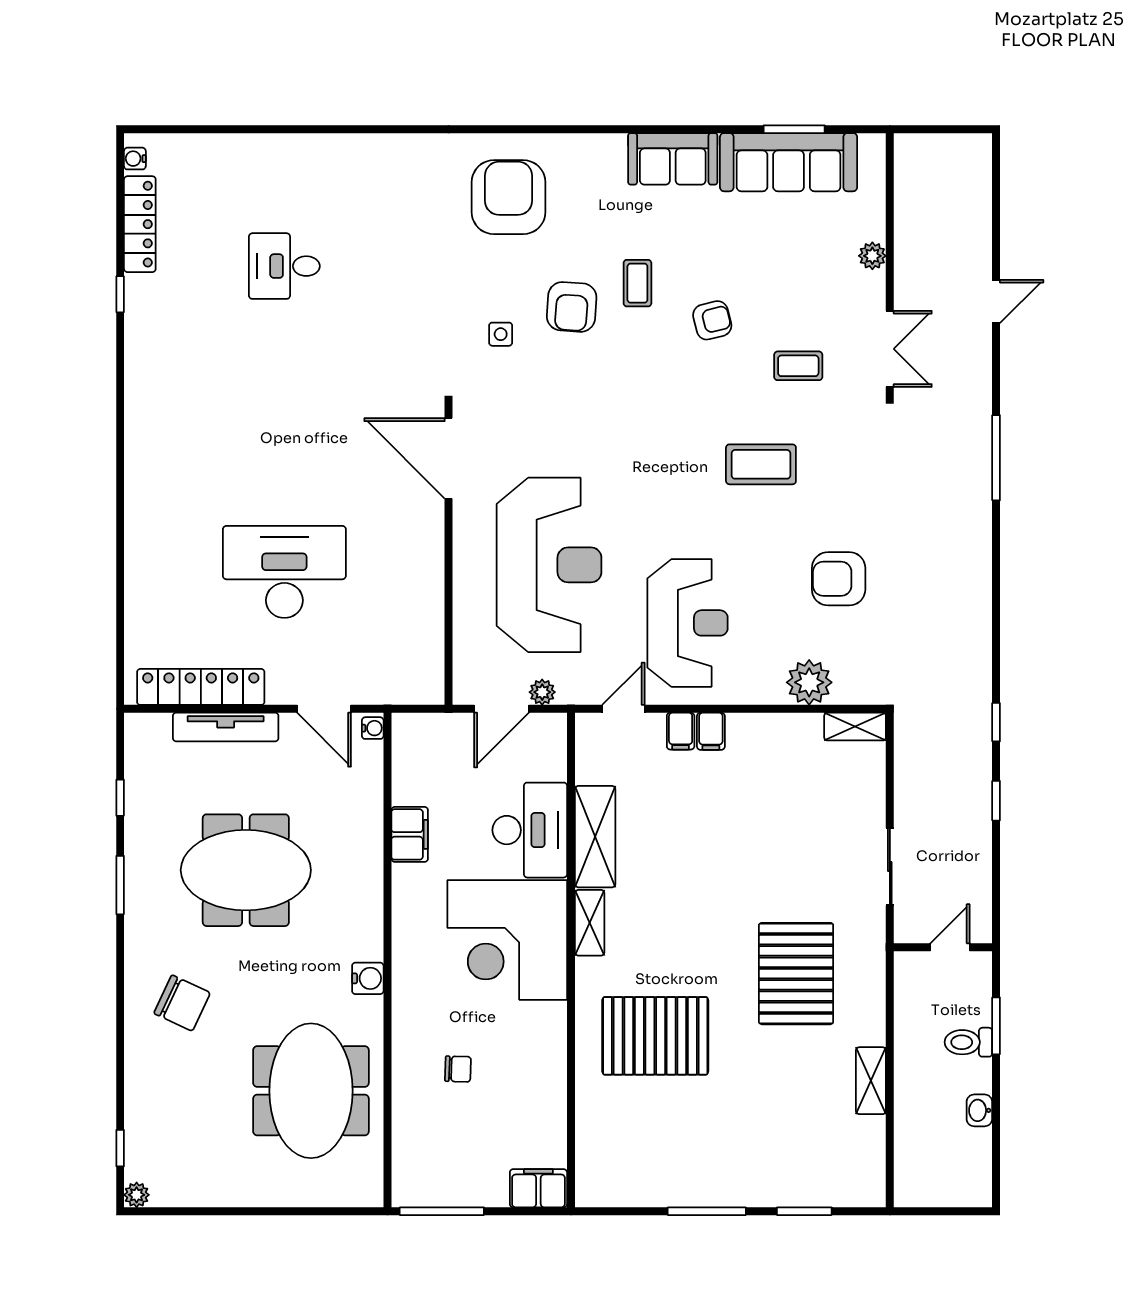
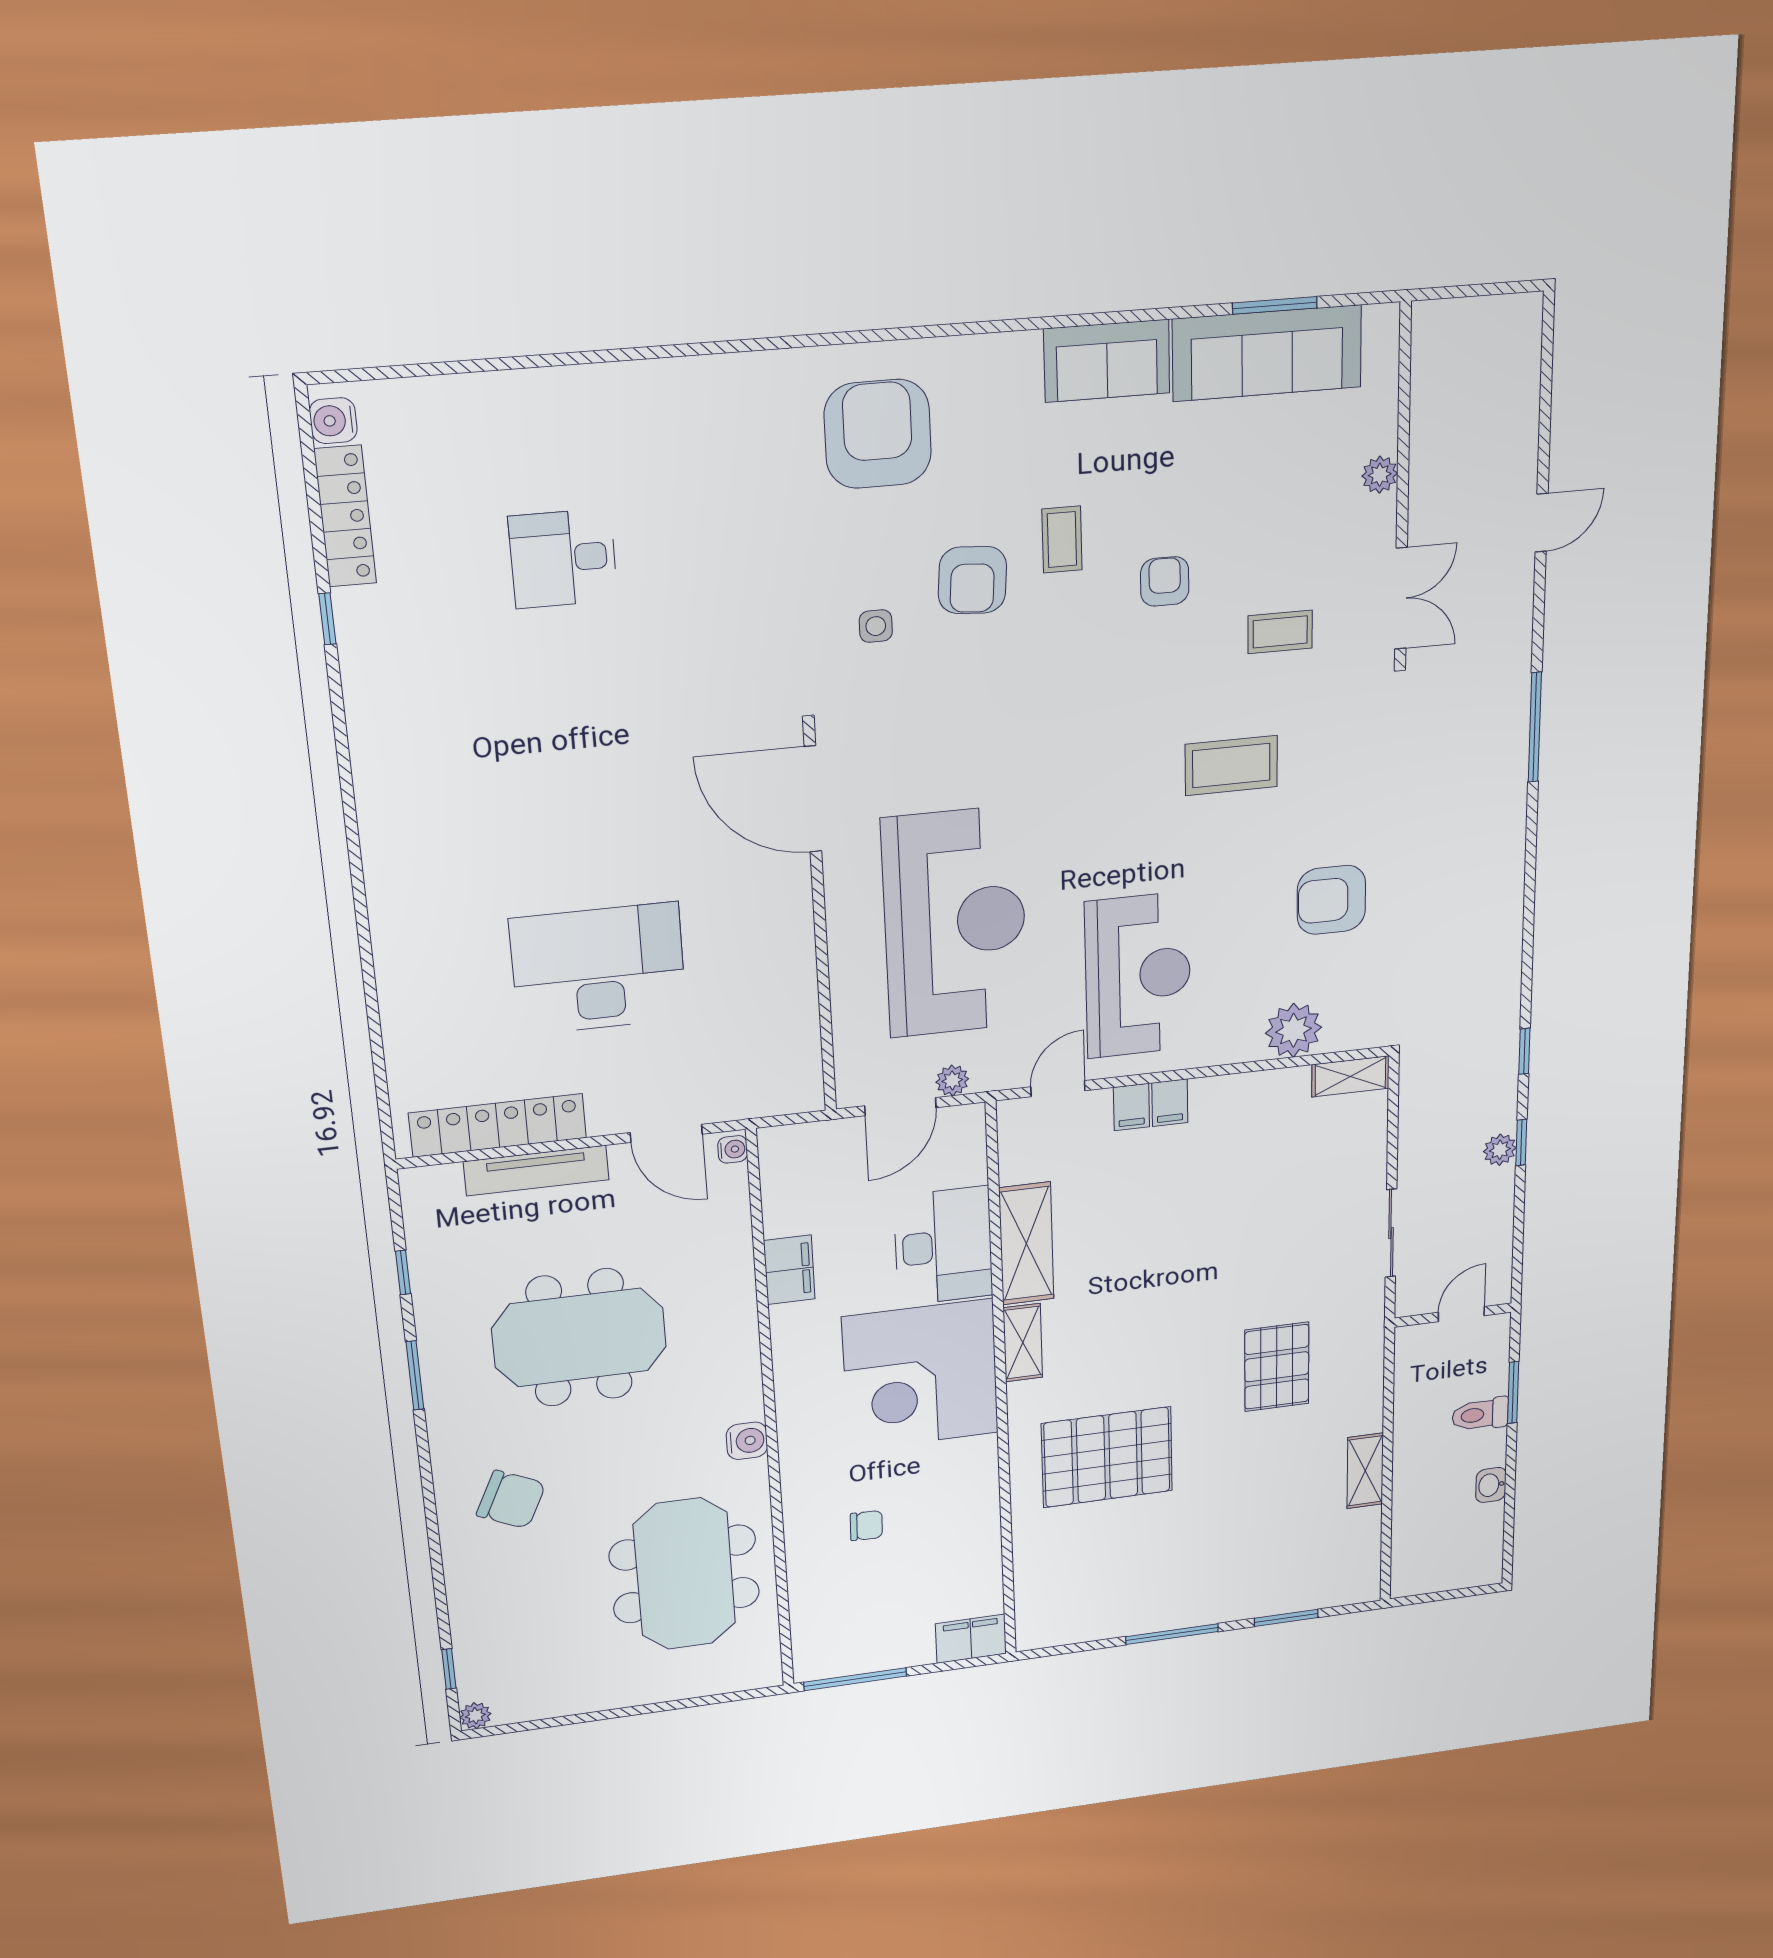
water cooler: (135, 159) -> (333, 421), width x1.38, depth x1.38
armchair: (712, 320) -> (1165, 581), turned -76
plant: (978, 805) -> (1500, 1150), added
pallet: (796, 974) -> (1277, 1367), width x0.73, depth x0.71

